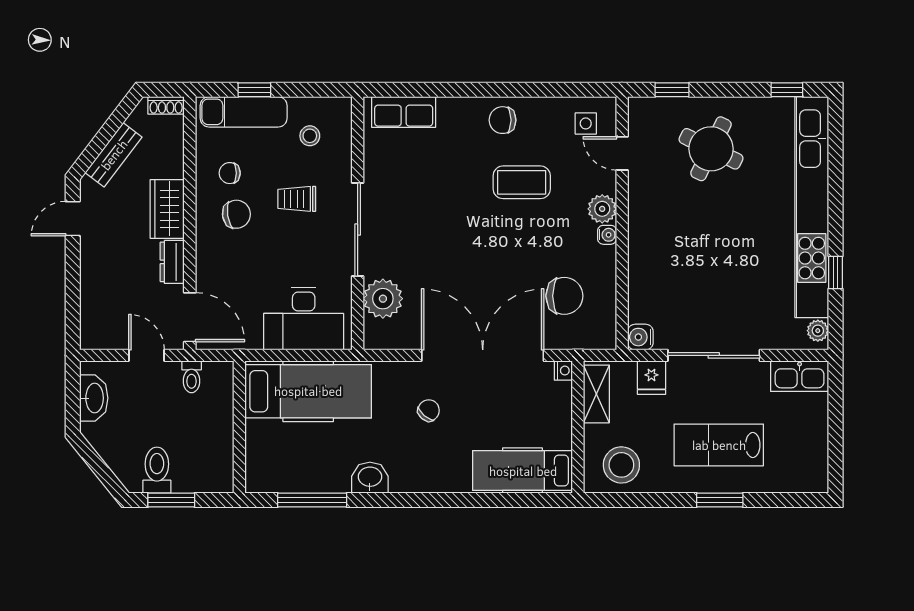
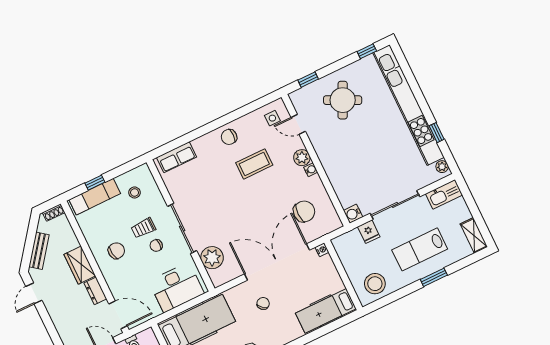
chair: (230, 173) -> (156, 245), moved
shelving: (596, 394) -> (474, 235), moved

